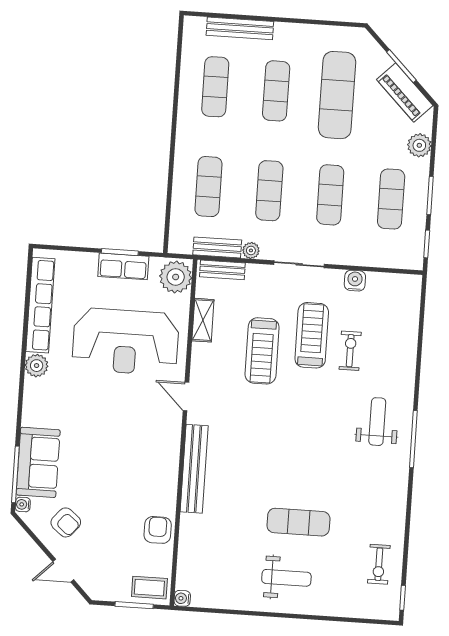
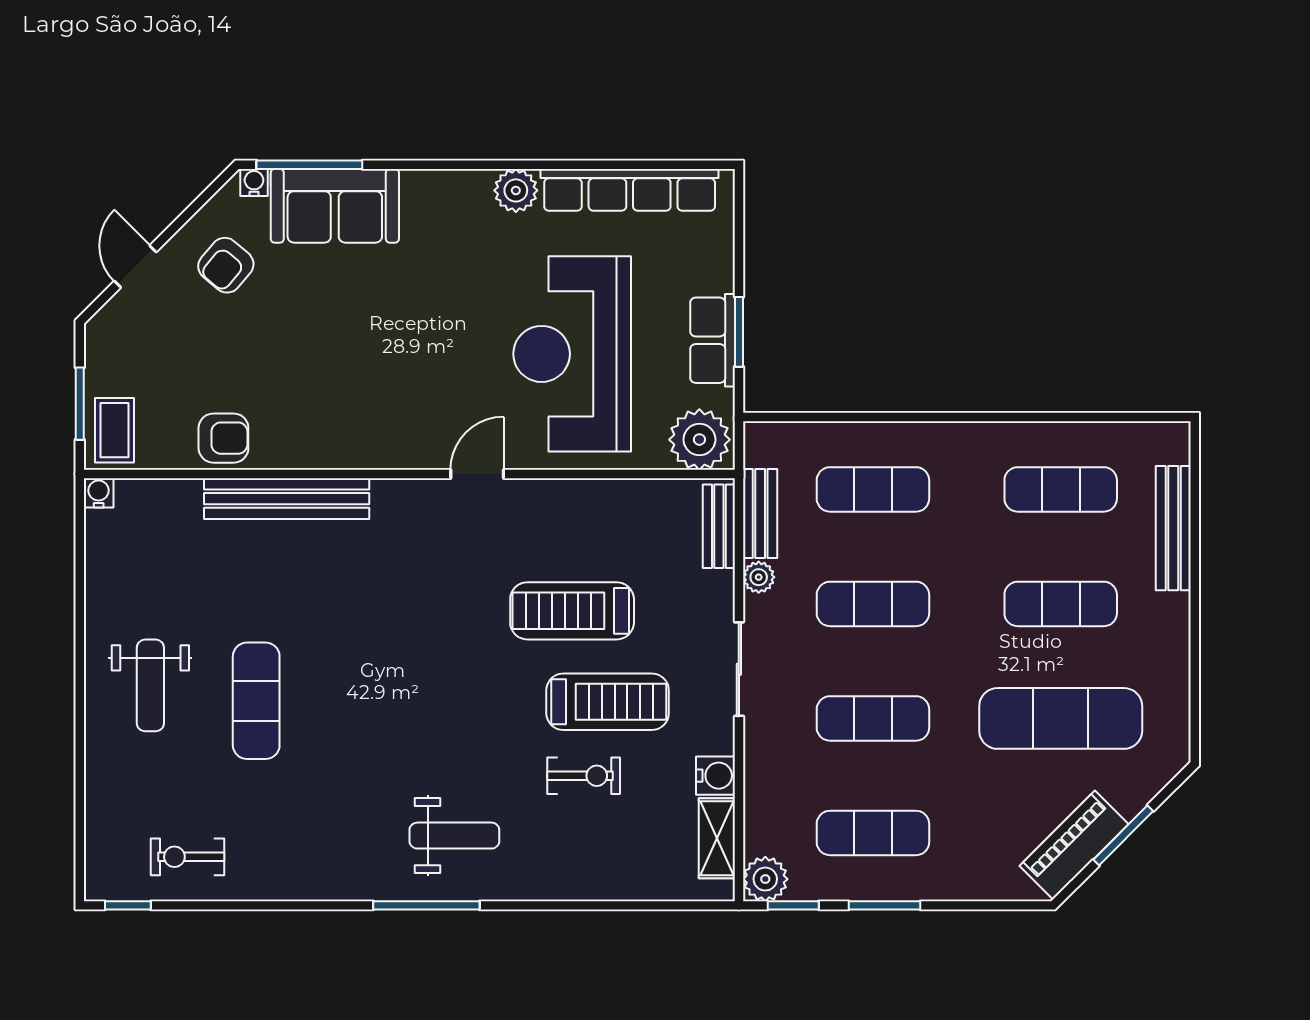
plant: (419, 145) -> (765, 879), moved
shelving: (203, 320) -> (717, 838), moved, turned 90
bench: (194, 469) -> (287, 499), moved

